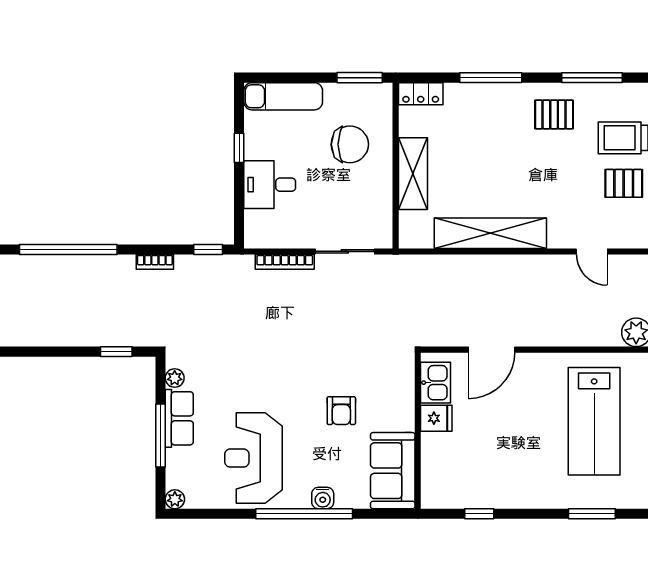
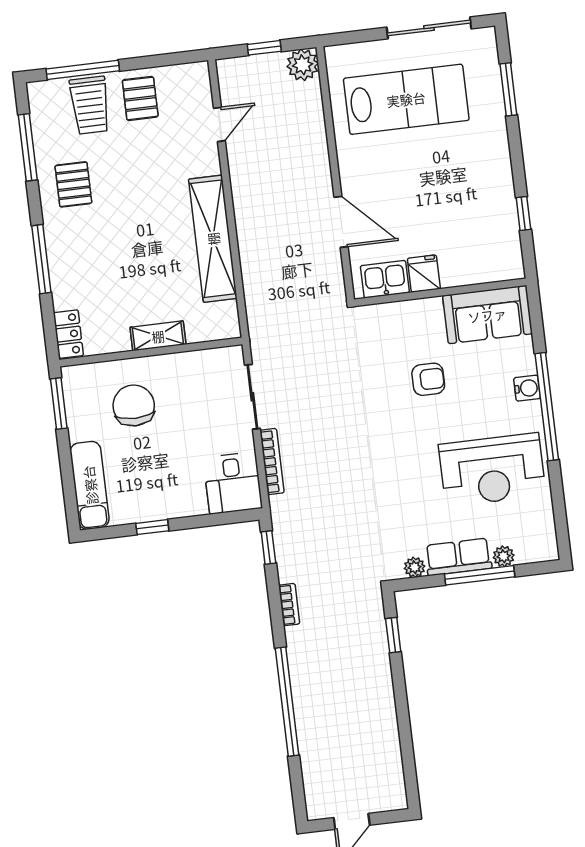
shelving: (413, 174) -> (158, 336), width x0.67, depth x0.75
desk: (270, 185) -> (233, 483), moved
plant: (175, 499) -> (504, 556), moved

